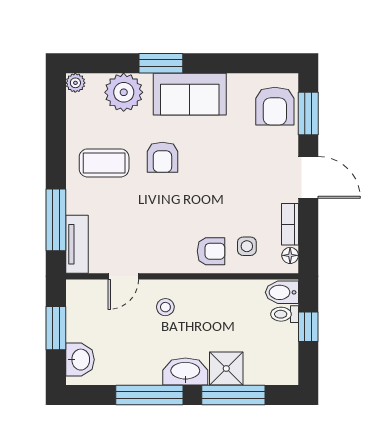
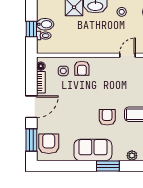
plant: (124, 92) -> (132, 156), width x0.53, depth x0.53
door: (308, 177) -> (31, 107), swing flipped
armchair: (211, 251) -> (82, 68), turned -90
bidet: (282, 292) -> (45, 24), moved
stool: (165, 307) -> (122, 12), moved

